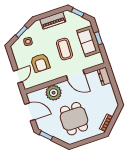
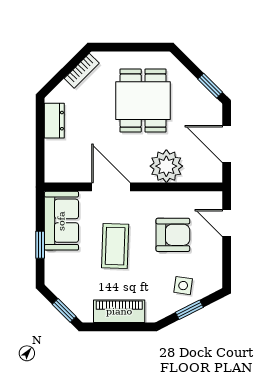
sofa: (89, 41) -> (61, 221), moved
armchair: (40, 63) -> (173, 235), turned 90
door: (18, 76) -> (227, 223), hinge flipped
dresser: (104, 76) -> (54, 121), moved

